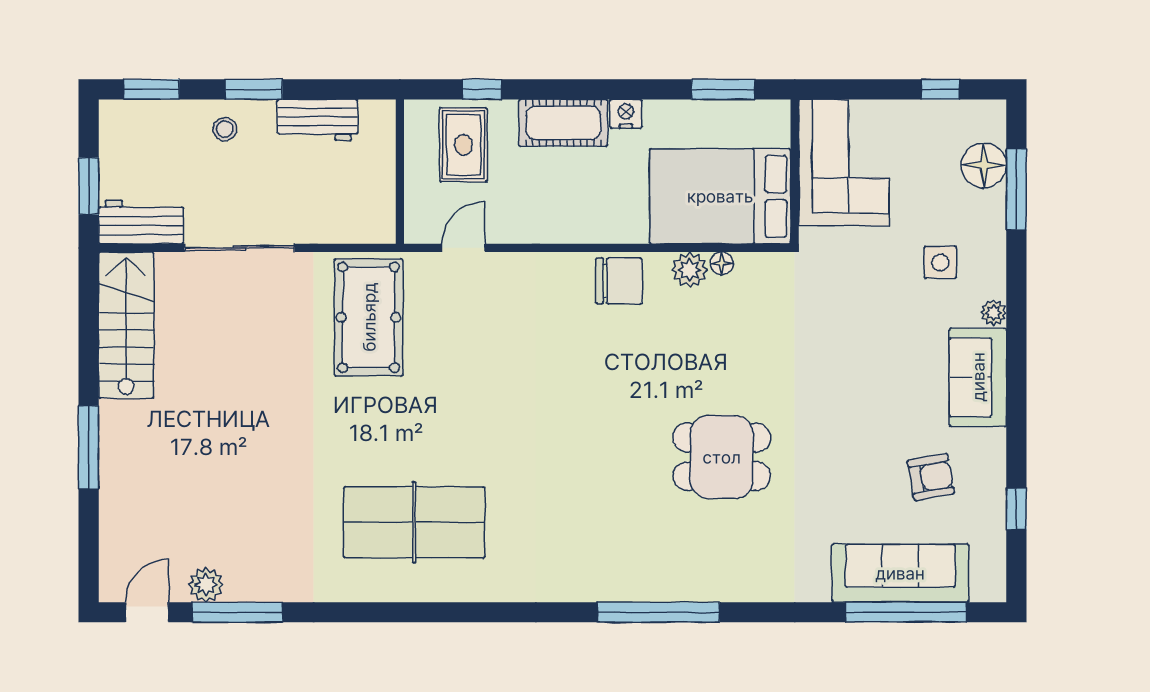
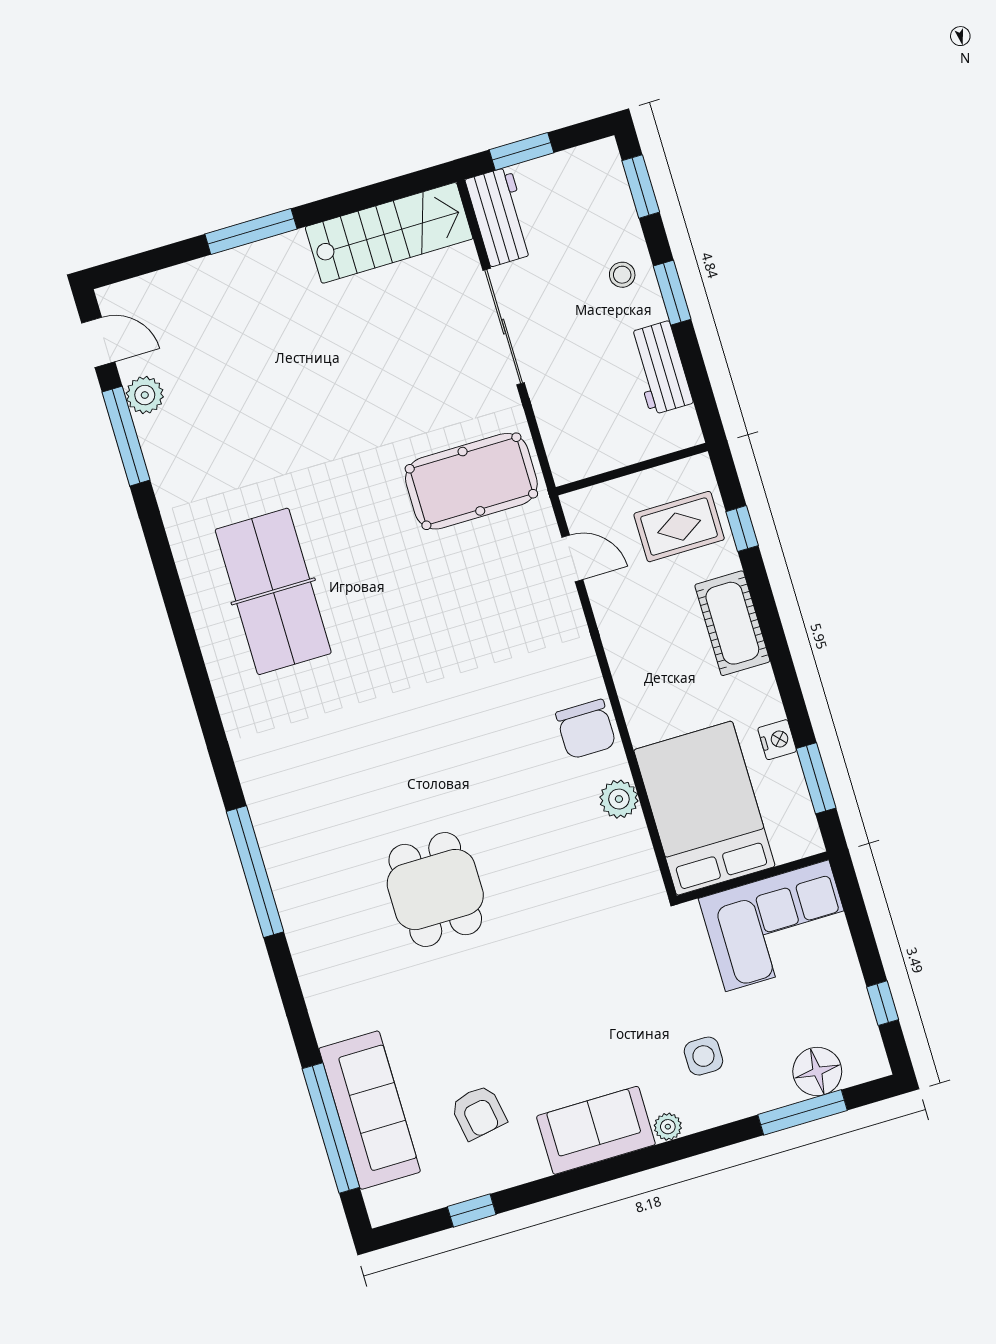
nightstand: (626, 114) -> (777, 740), moved
floor lamp: (722, 263) -> (635, 830), removed

